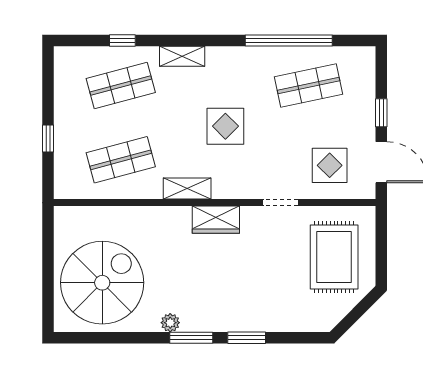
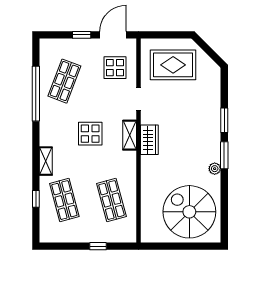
shop shelf: (309, 86) -> (64, 81), turned 33
shelving: (187, 189) -> (130, 135), moved

